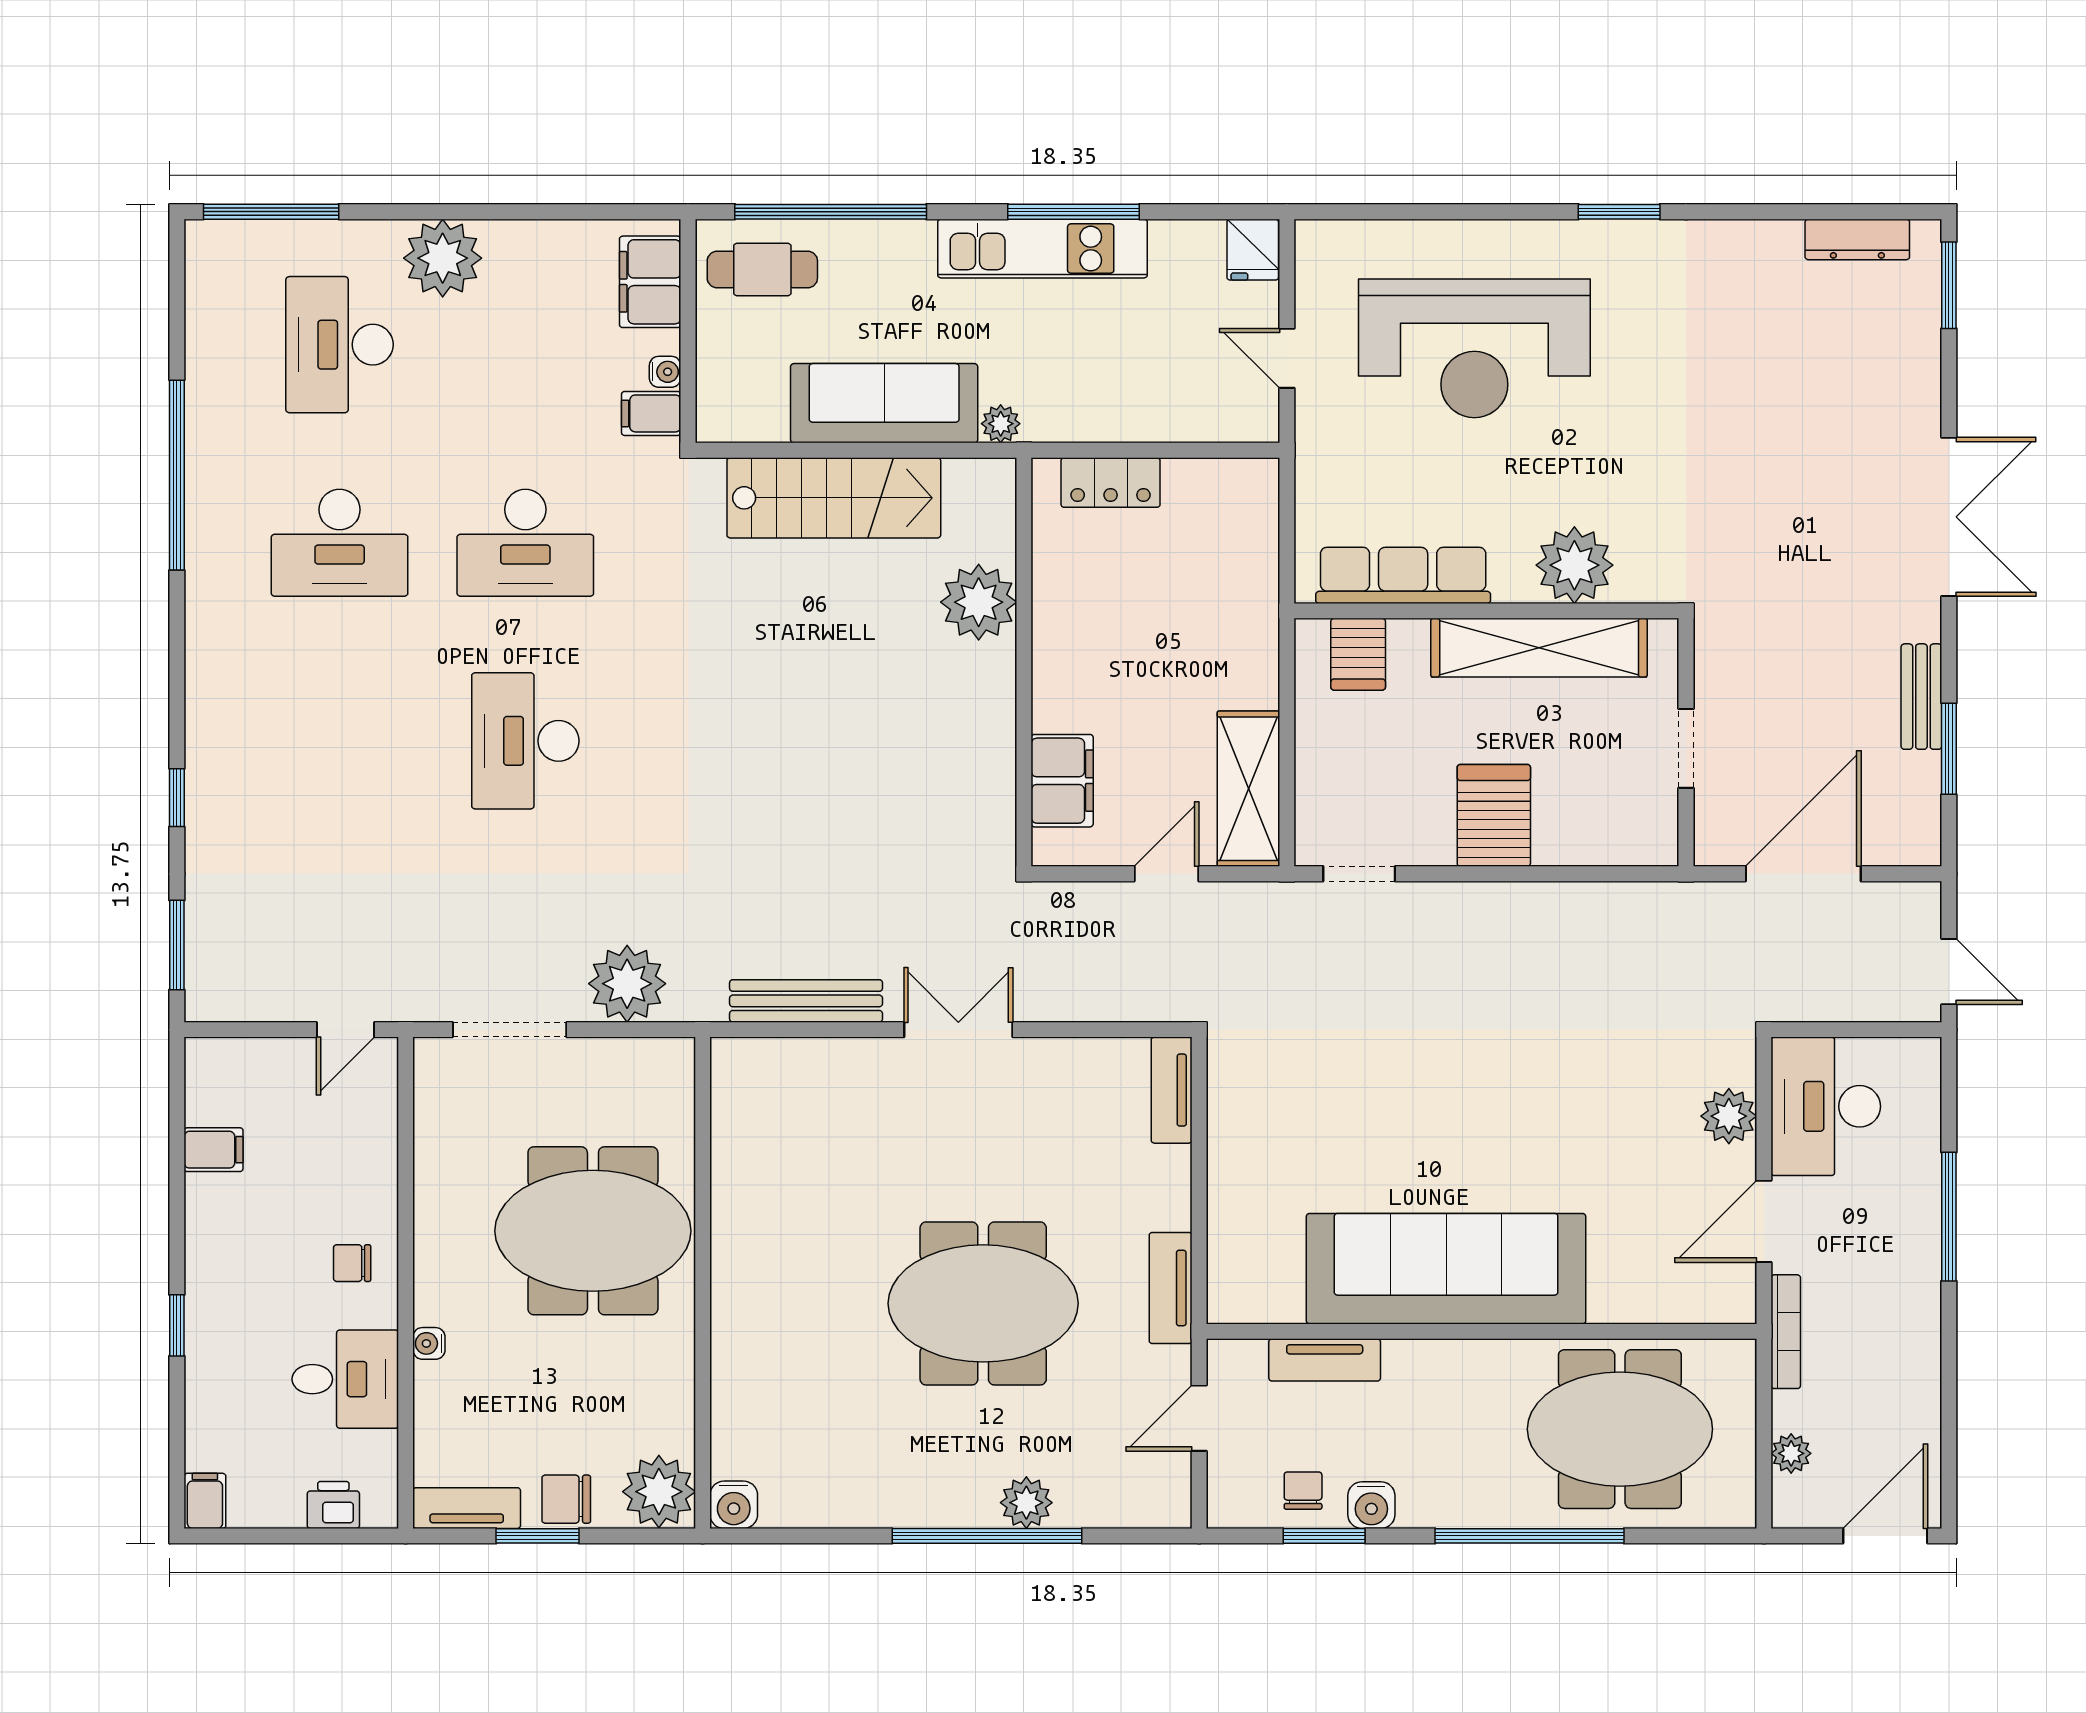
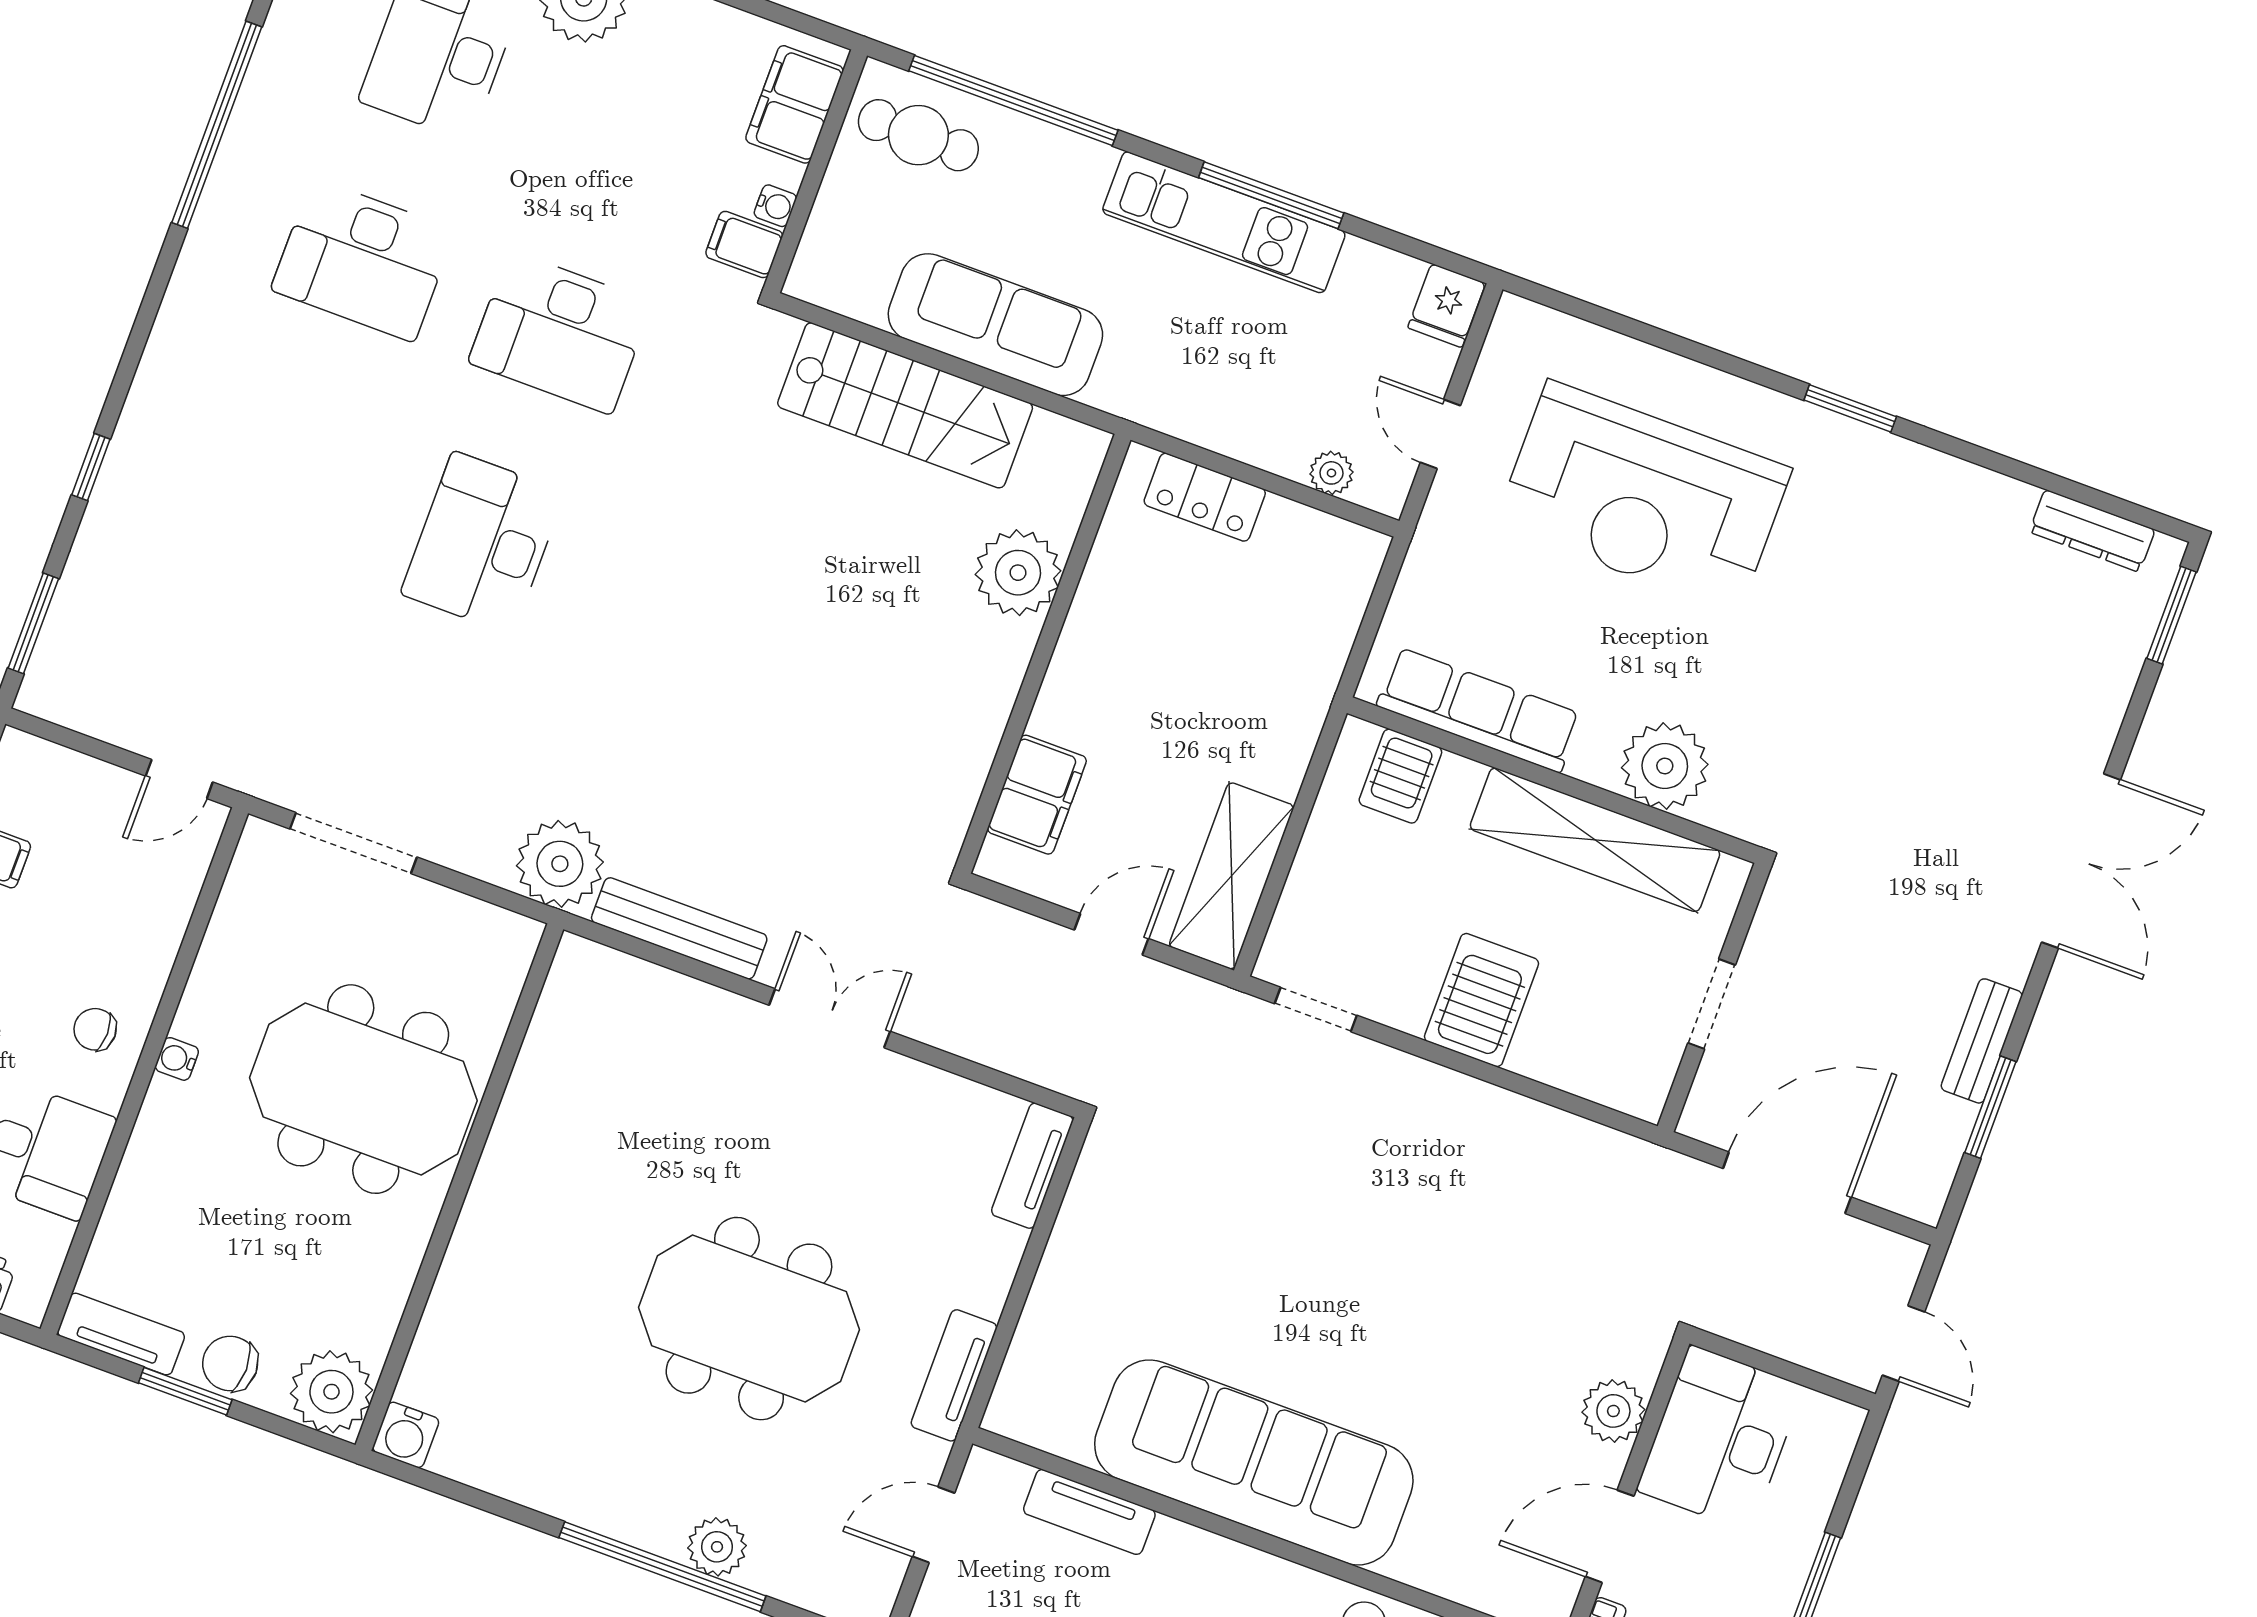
plant: (1001, 424) -> (1331, 473), moved
plant: (627, 984) -> (560, 864), moved
water cooler: (429, 1343) -> (177, 1059), moved

